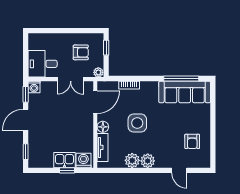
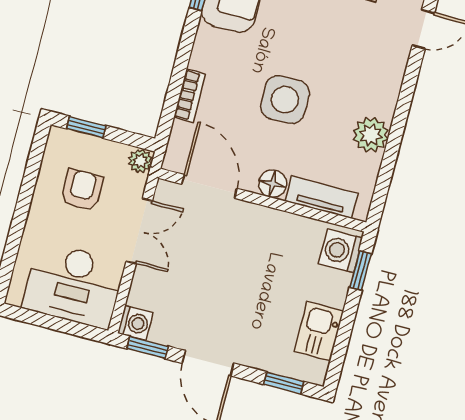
desk: (43, 64) -> (74, 285), width x1.37
kitchen sink: (64, 160) -> (319, 331), moved
plant: (148, 161) -> (381, 98), removed
window: (67, 170) -> (360, 271), moved

